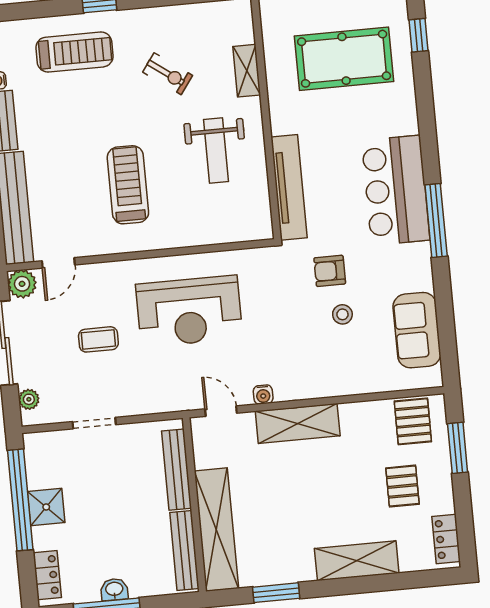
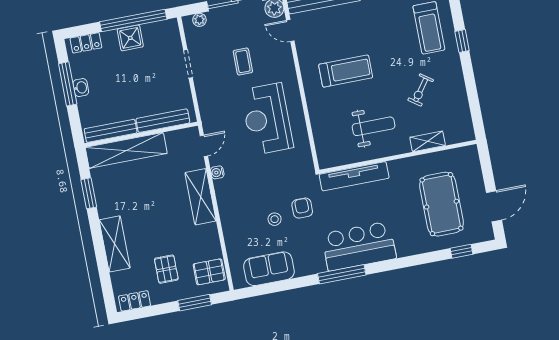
weight bench: (216, 150) -> (374, 126), turned 180
pallet: (402, 486) -> (166, 269), turned 90

